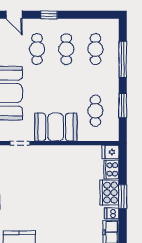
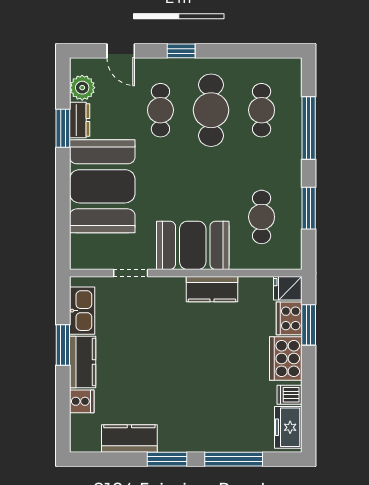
cafe table: (66, 49) -> (211, 110), width x1.37, depth x1.35
kitchen counter: (67, 153) -> (212, 289), added
window: (123, 197) -> (309, 325), moved

